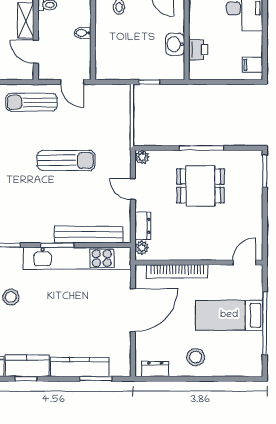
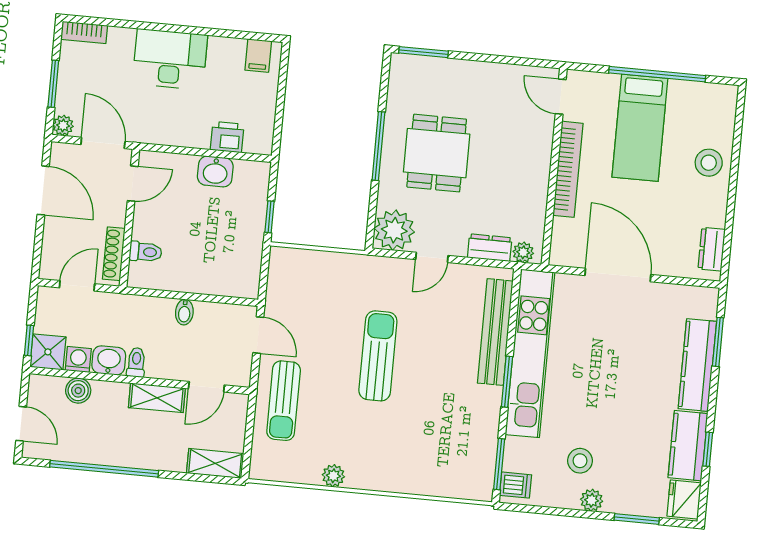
door: (72, 82) -> (258, 335), hinge flipped
plant: (142, 157) -> (394, 230), width x1.88, depth x1.88
bookcase: (177, 271) -> (568, 169), moved
stool: (196, 357) -> (709, 163), moved

